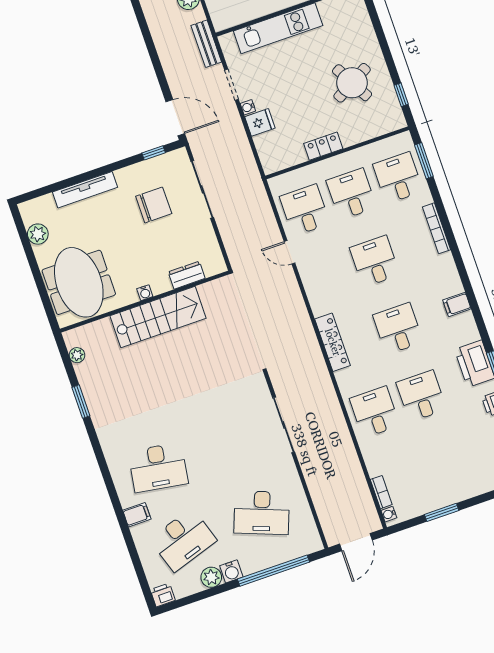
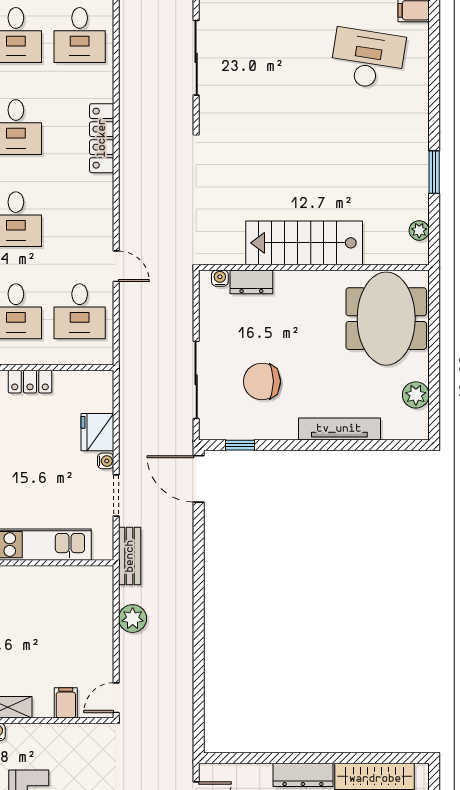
fridge: (260, 122) -> (97, 432), width x1.38
water cooler: (145, 293) -> (220, 278), moved

